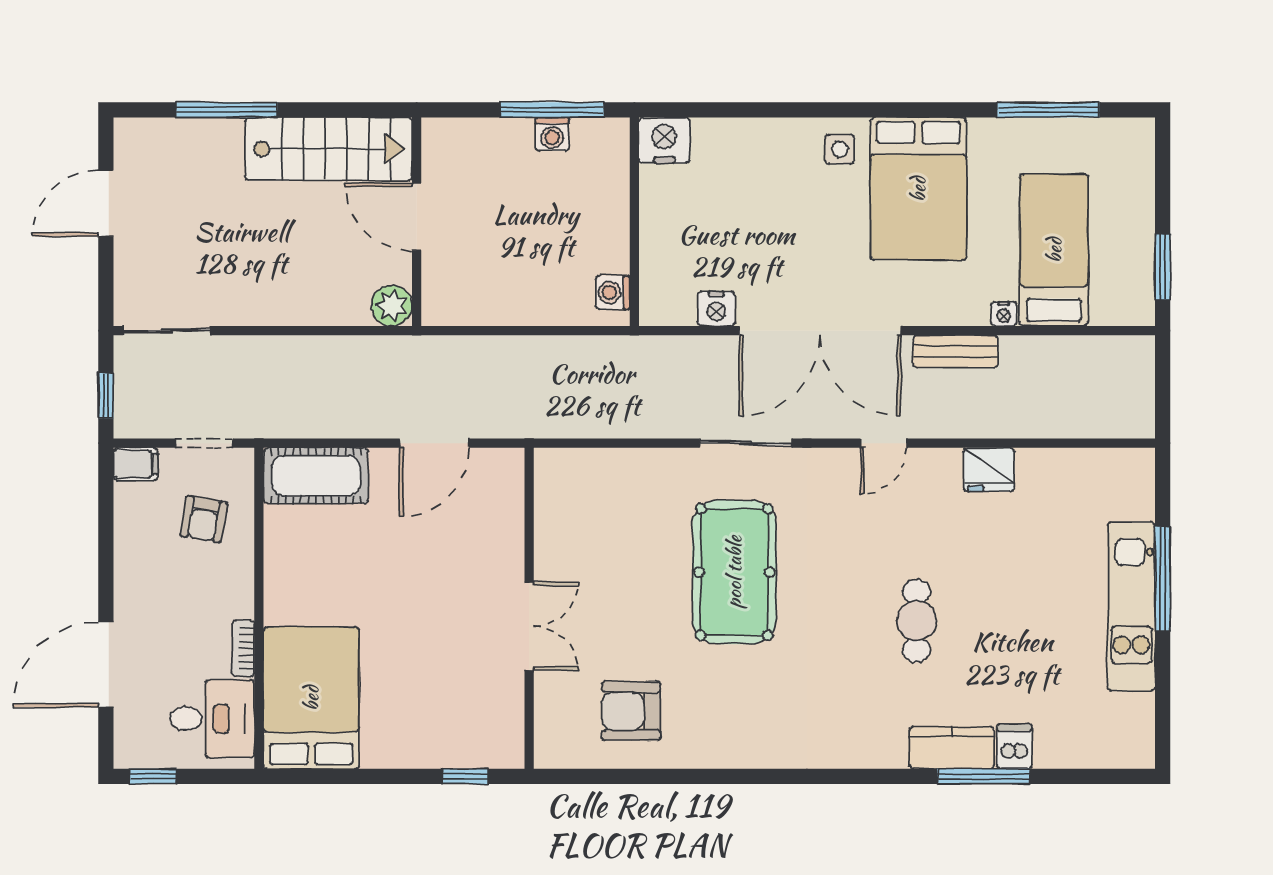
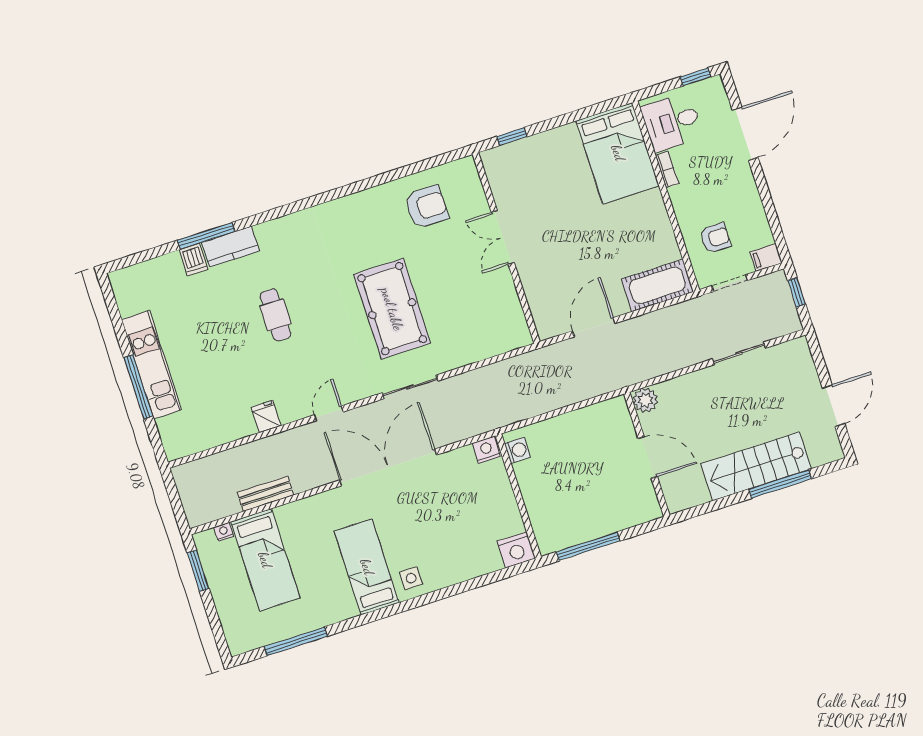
washing machine: (552, 134) -> (583, 532), removed
stairs: (329, 149) -> (756, 466), moved
bed: (918, 189) -> (367, 567), width x0.67
nightstand: (716, 309) -> (486, 450), moved
nightstand: (1004, 314) -> (224, 532), moved
sliding door: (167, 331) -> (739, 353), moved
bench: (956, 351) -> (266, 494), moved
fridge: (989, 469) -> (266, 417), width x0.72
armchair: (204, 519) -> (715, 238), turned 80

